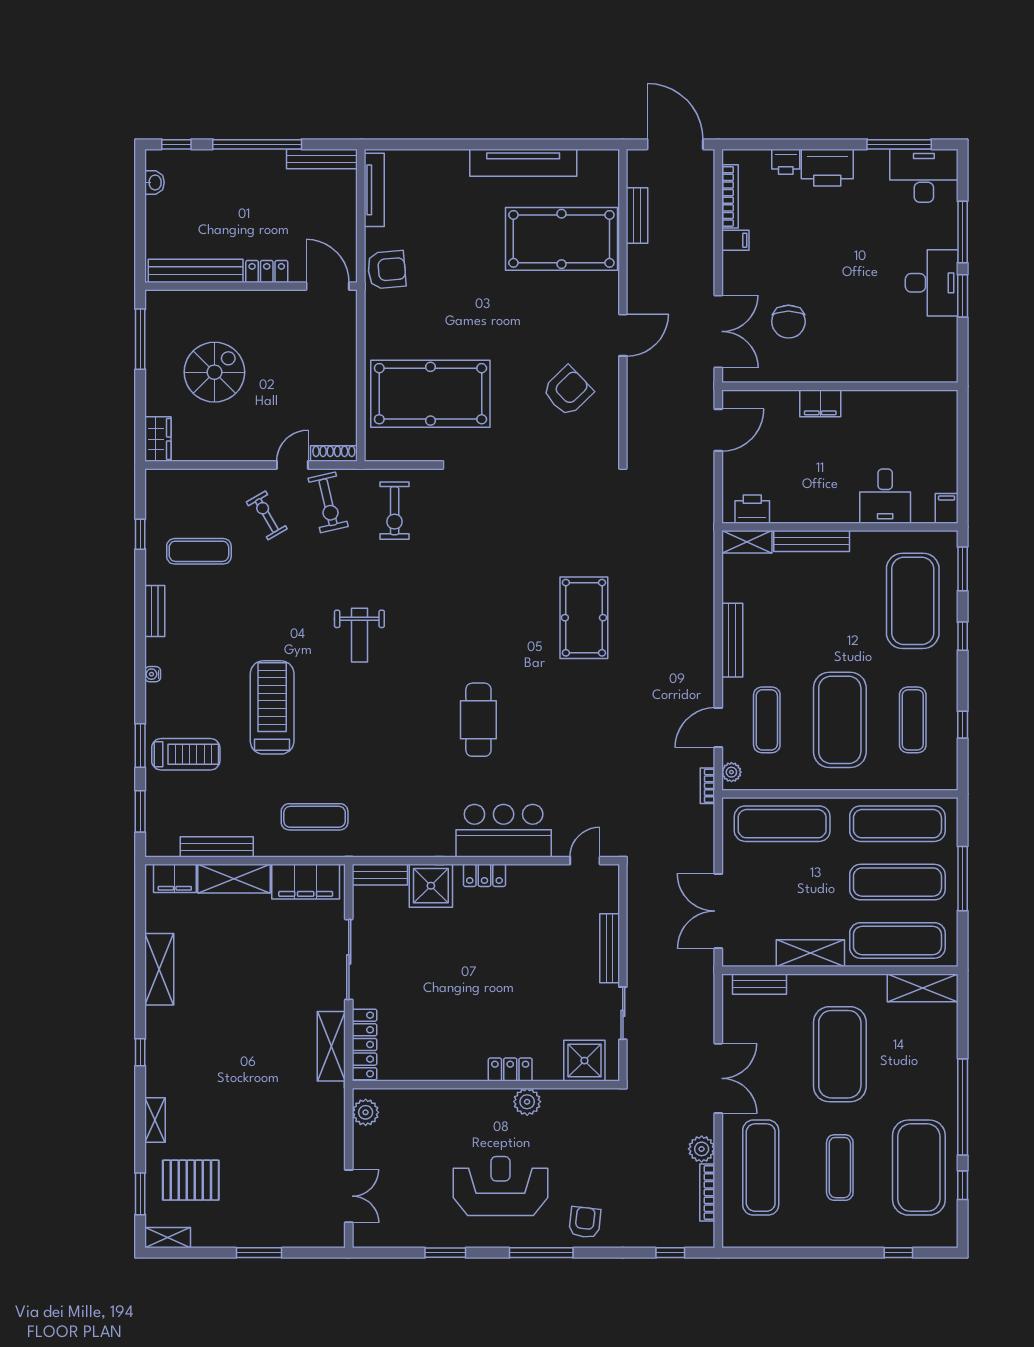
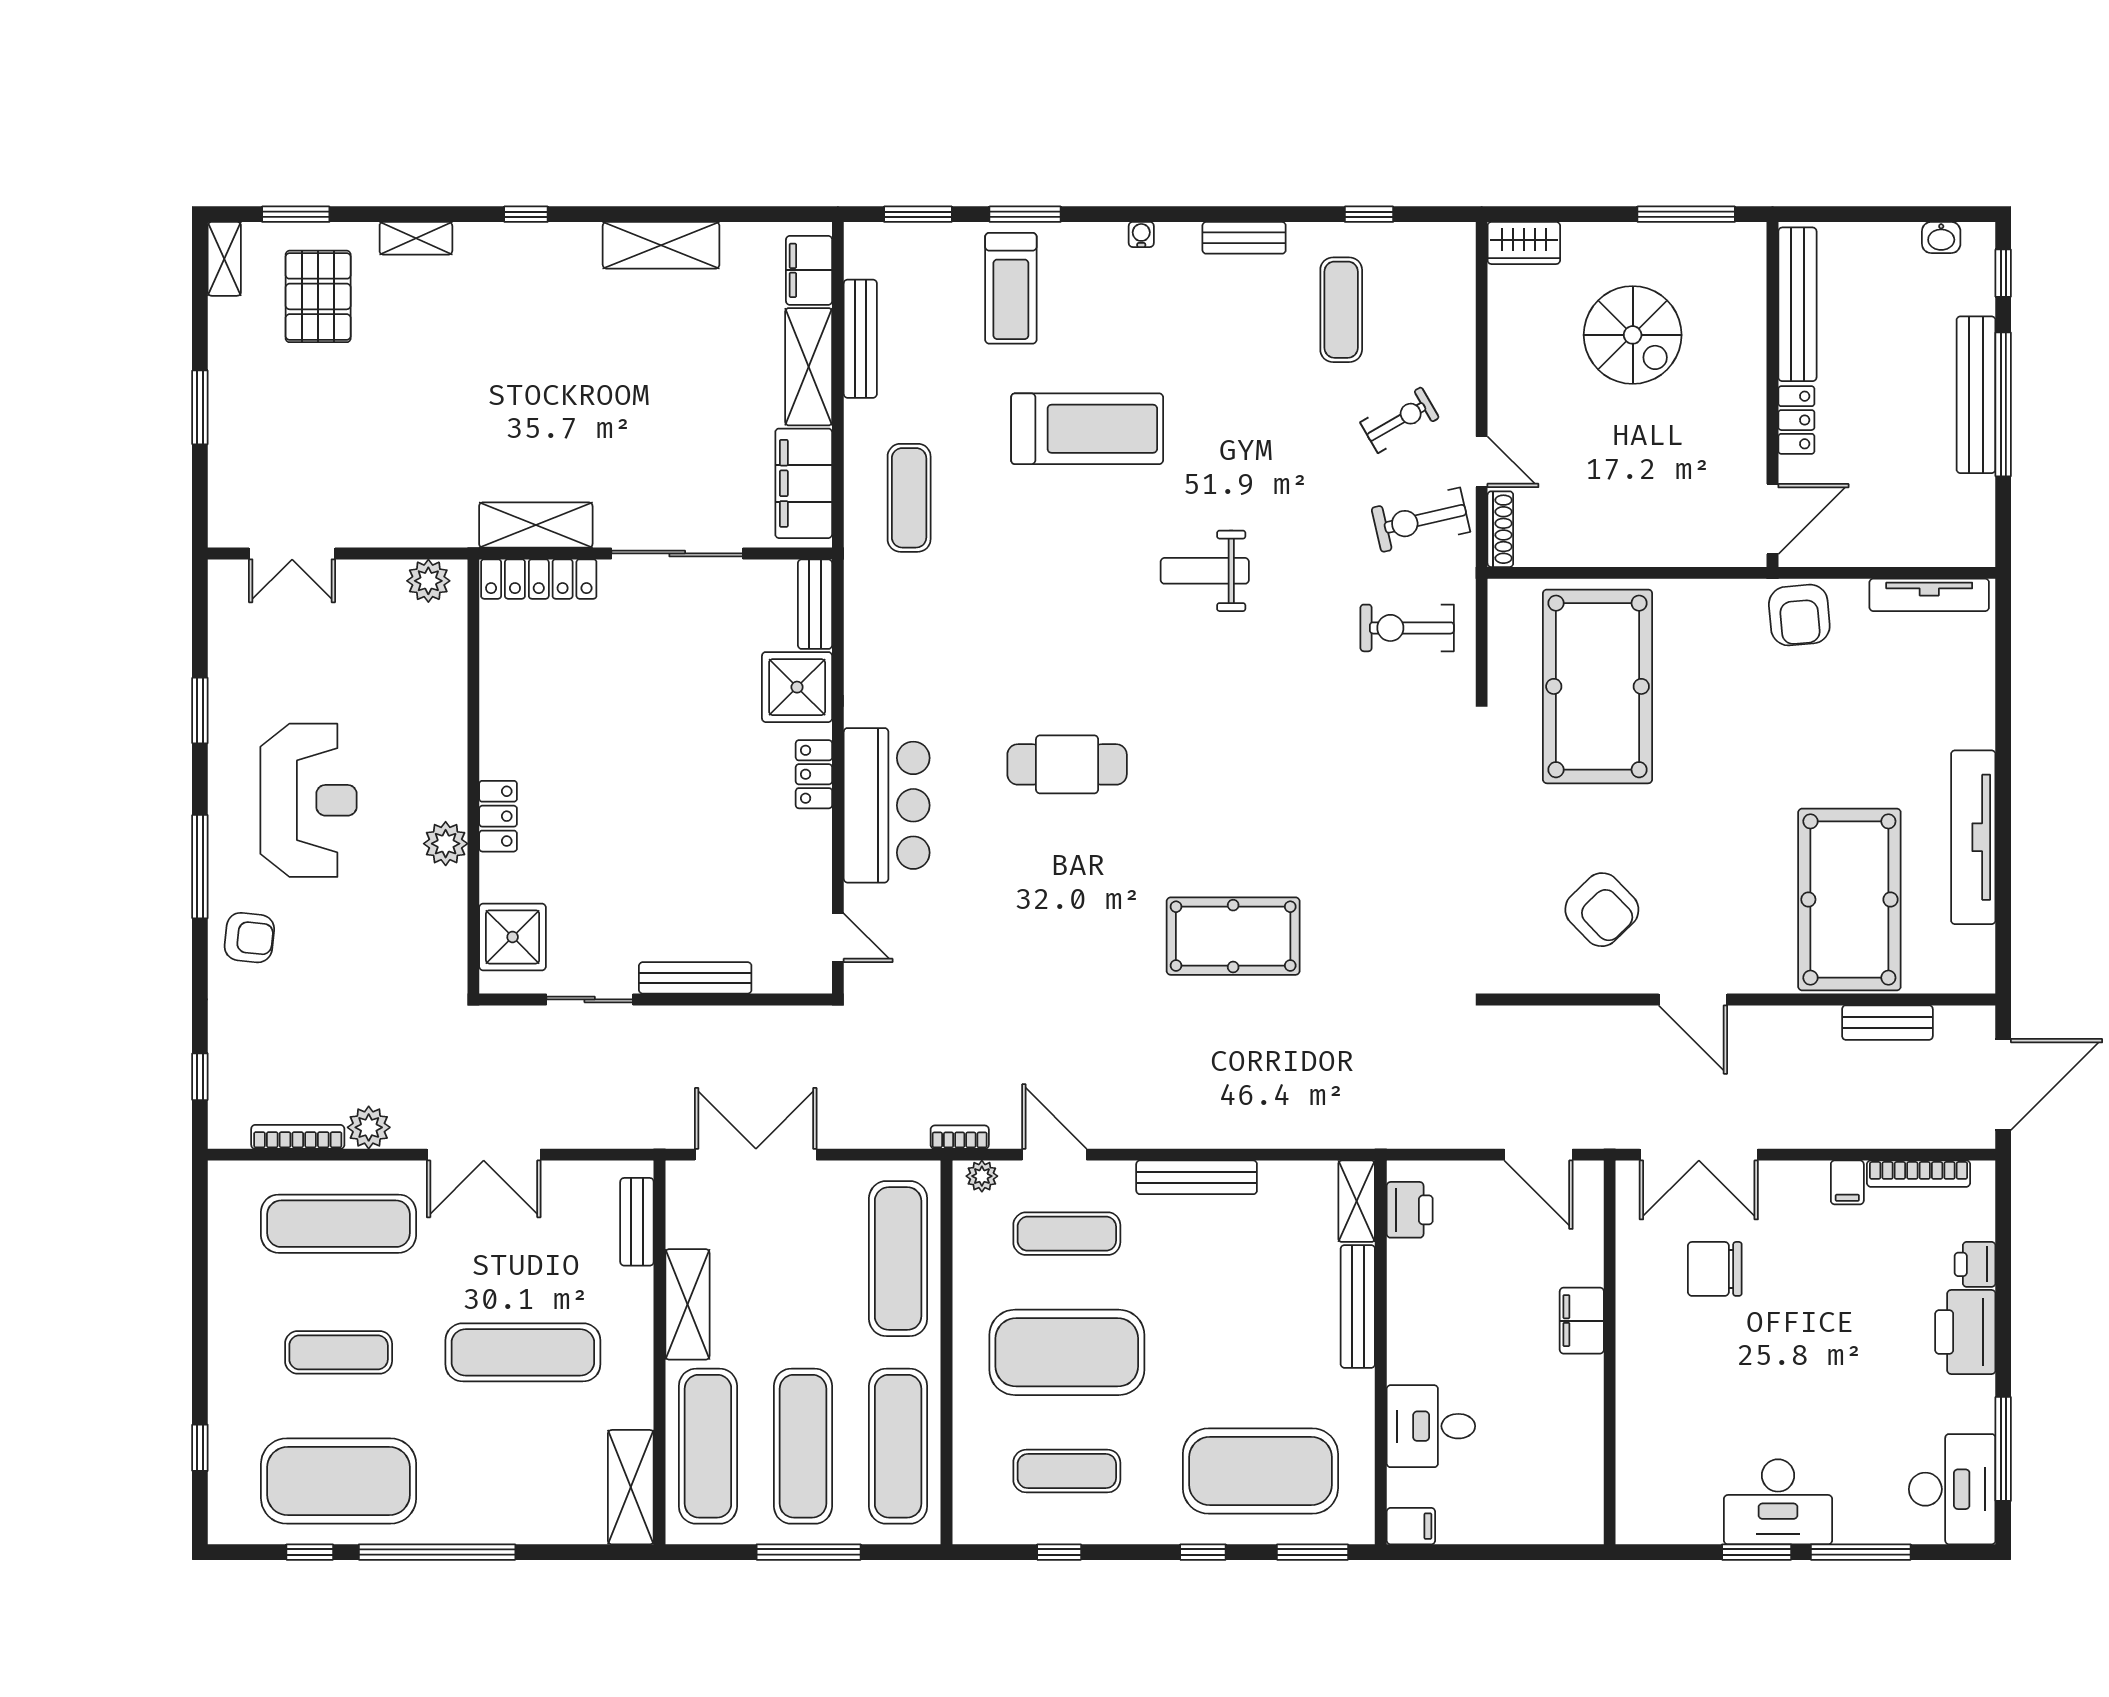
bench: (322, 159) -> (1976, 395), moved, width x1.37, depth x1.21
exercise mat: (840, 1054) -> (523, 1352), width x0.68

